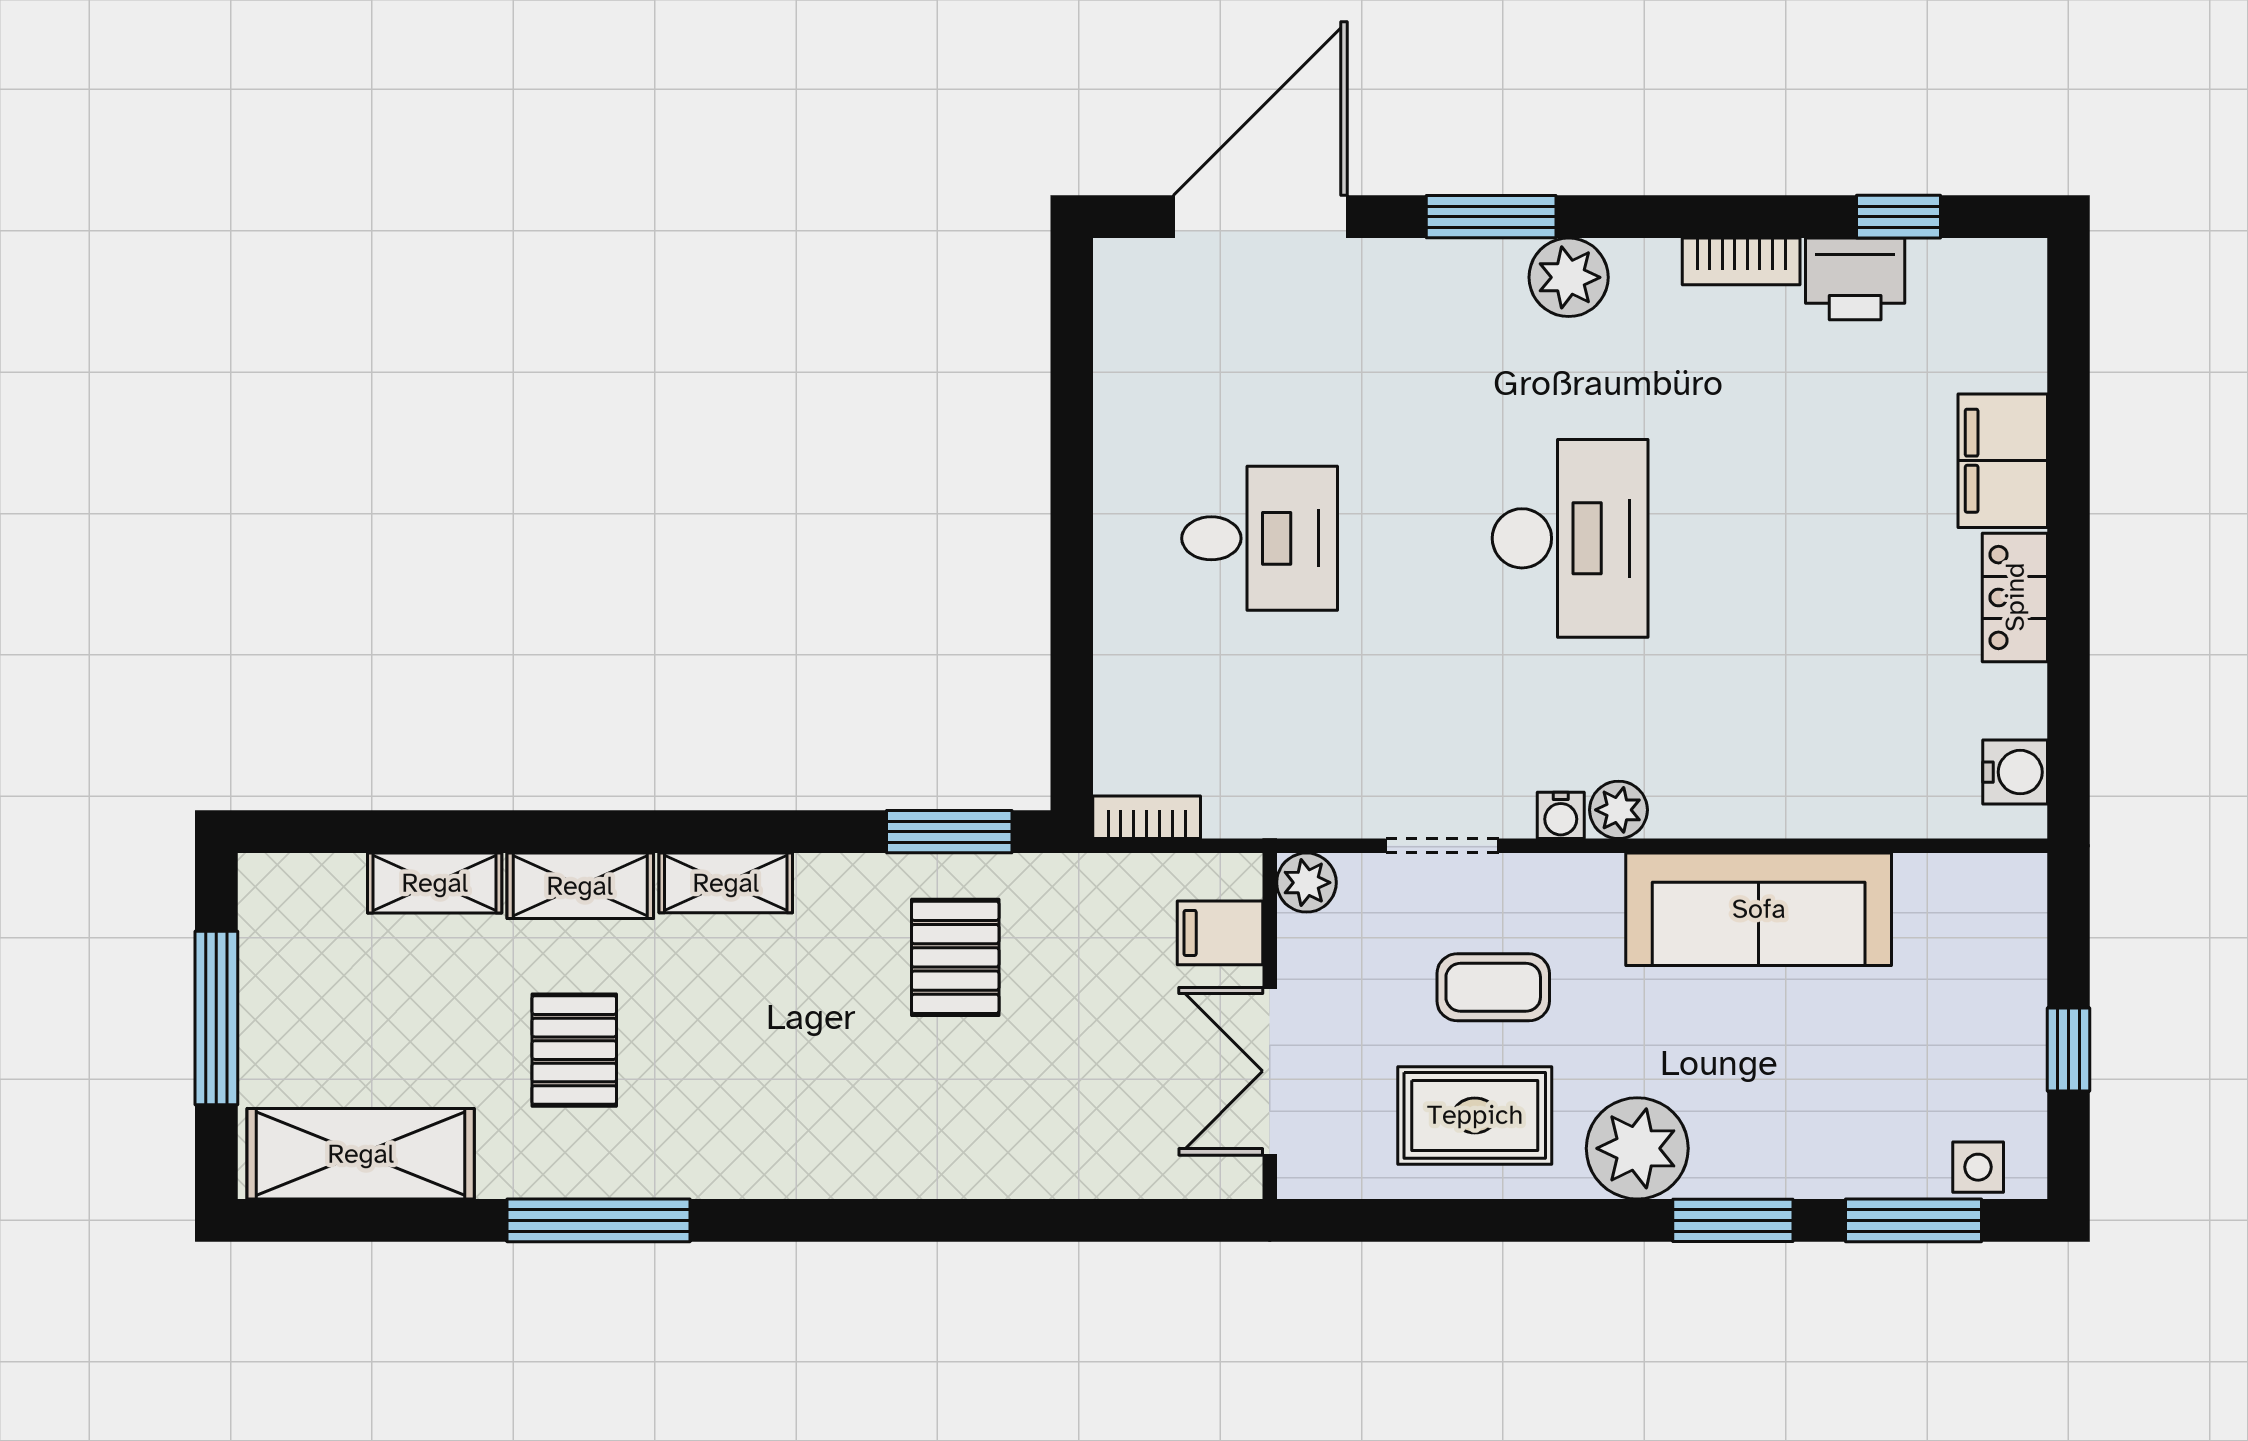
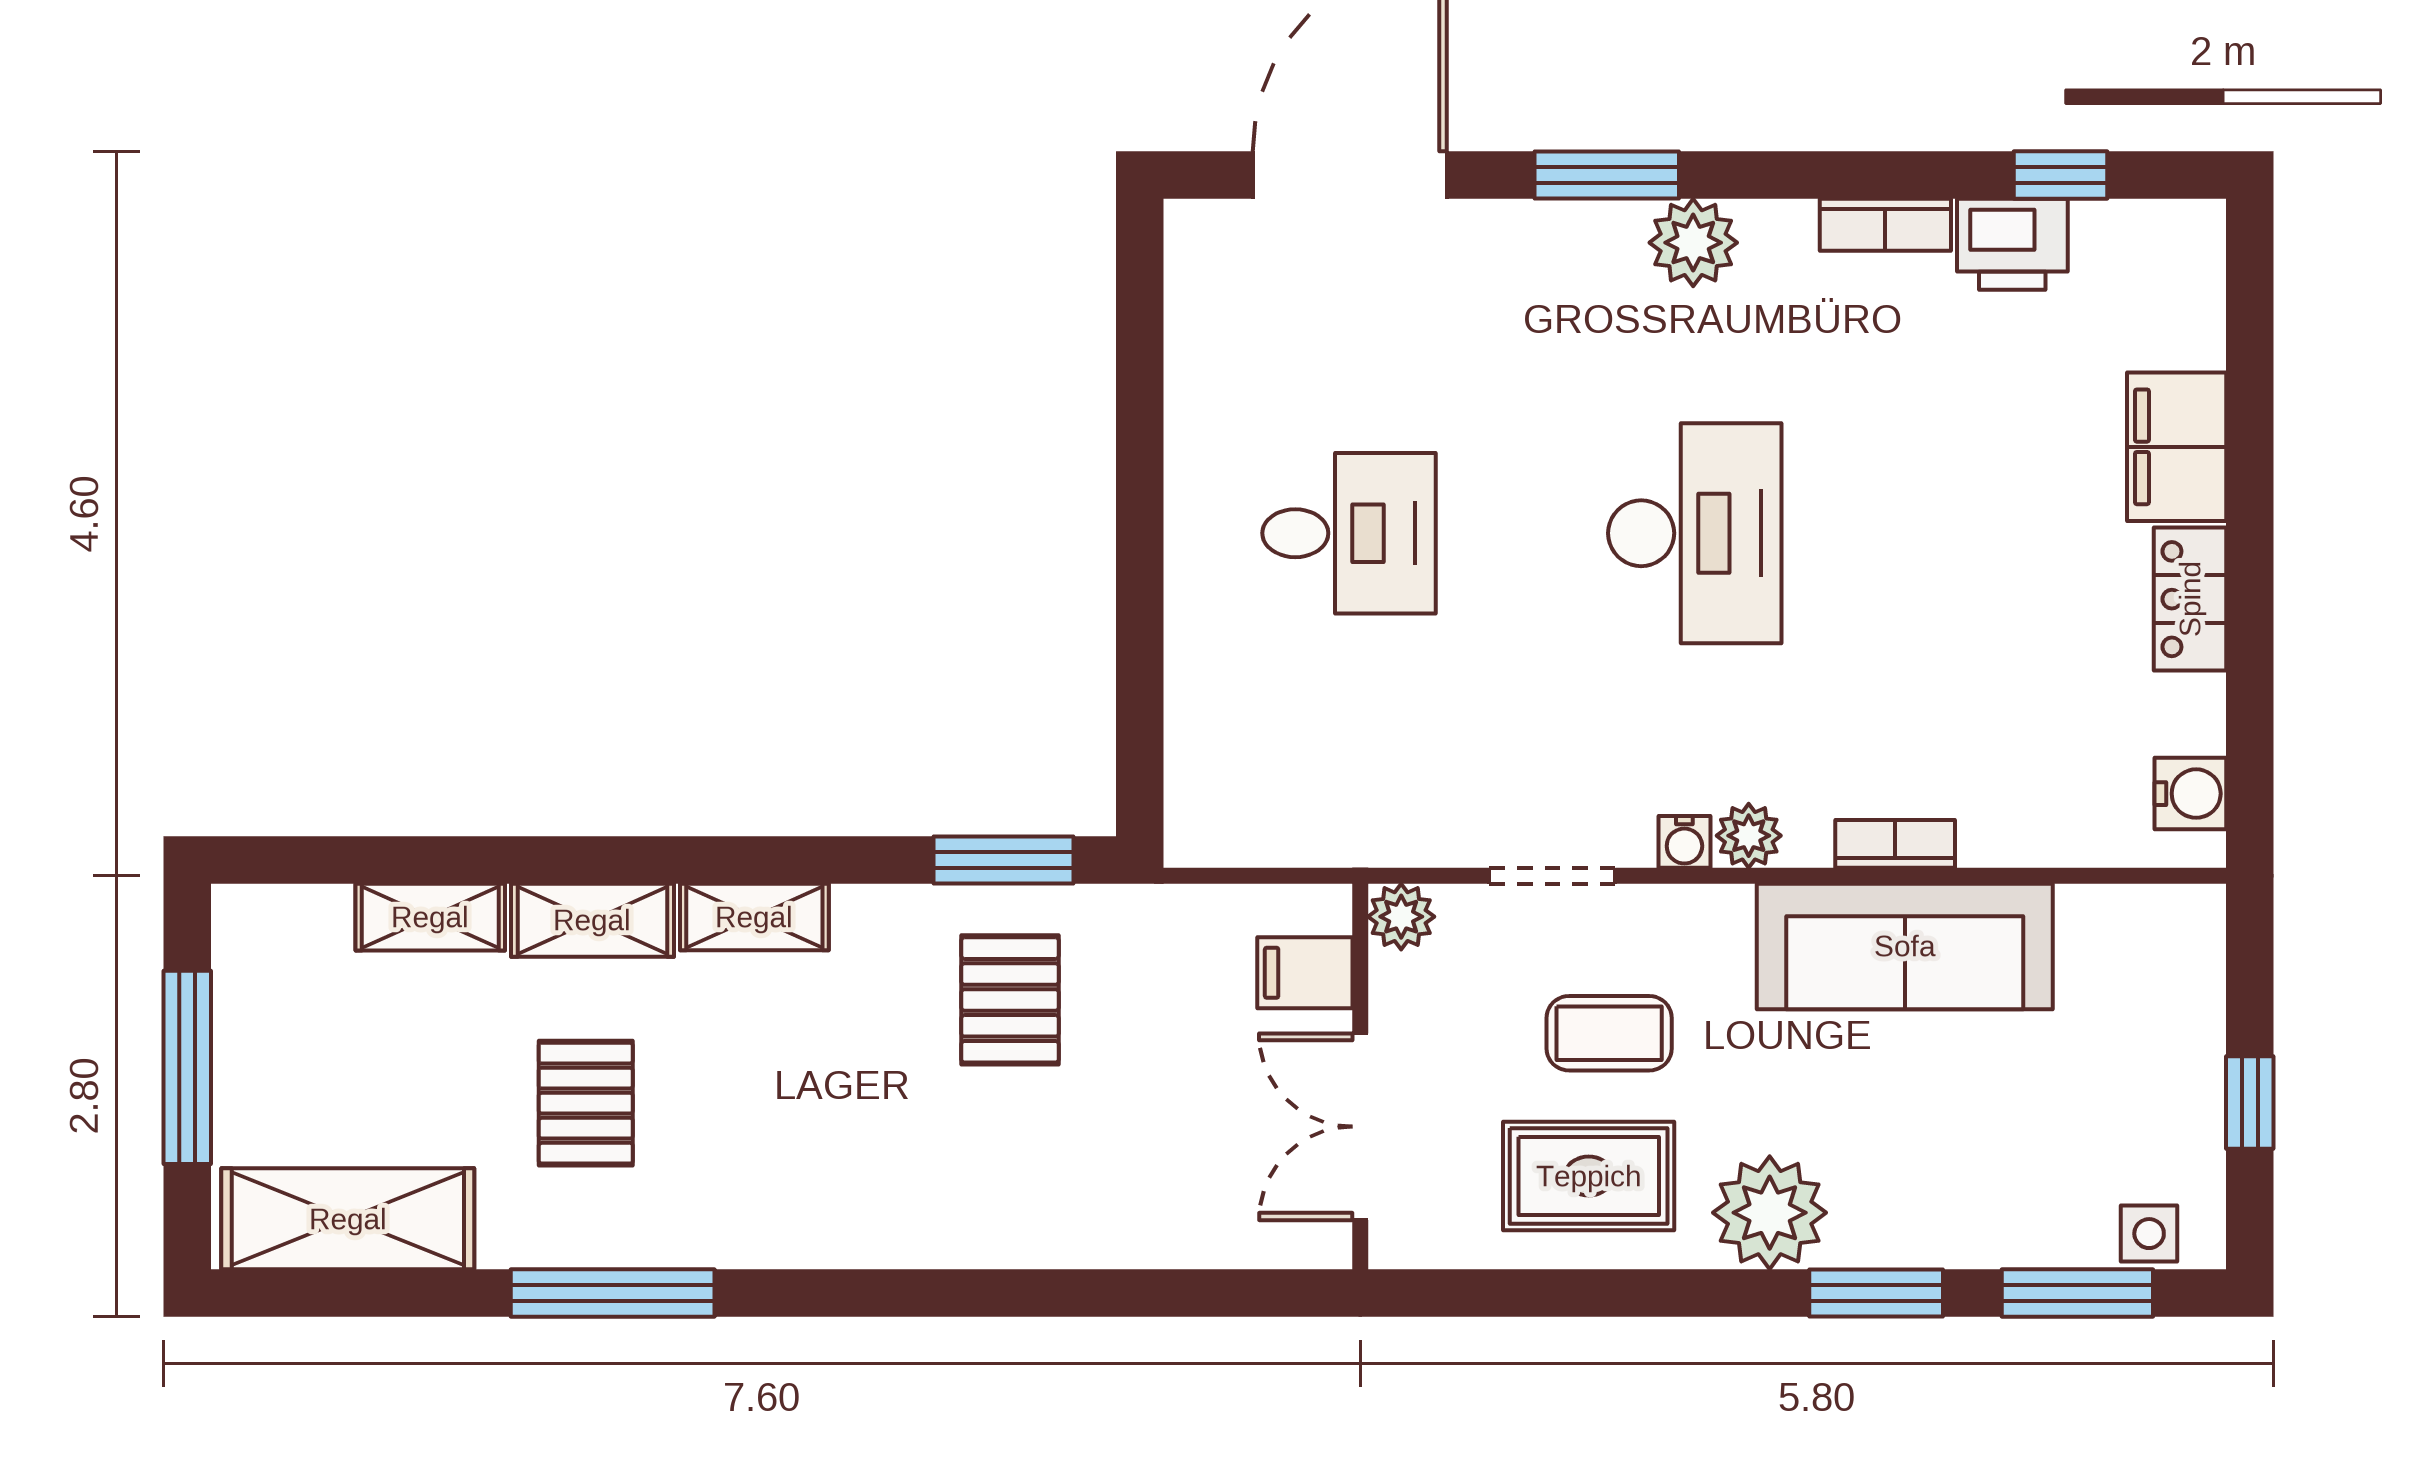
bookcase: (1147, 817) -> (1895, 844), moved

